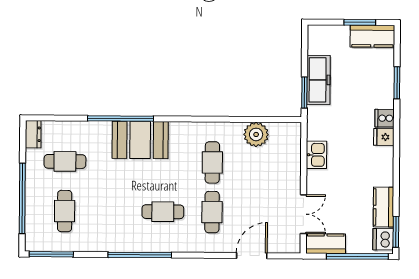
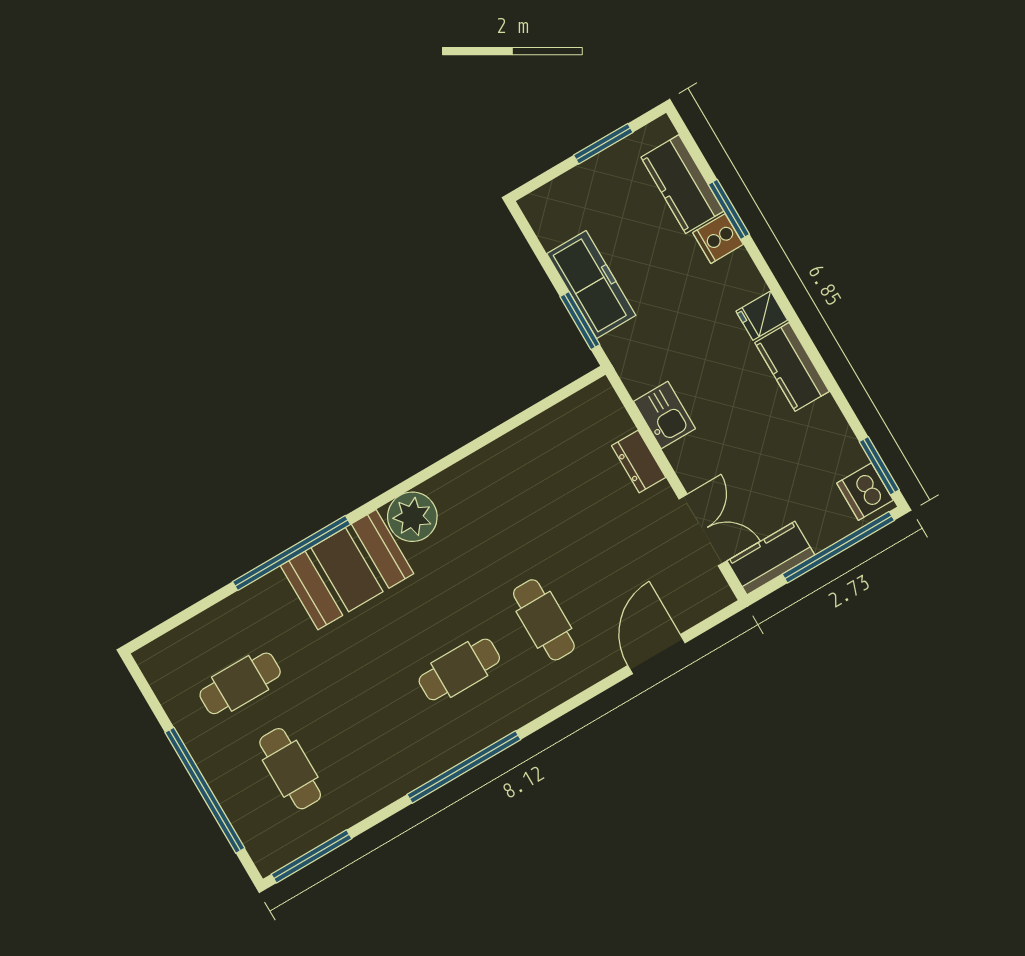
kitchen counter: (372, 36) -> (682, 184), moved, turned 90
cooker: (385, 118) -> (718, 239), moved
dresser: (33, 134) -> (639, 461), moved, turned 180
plant: (256, 134) -> (412, 517), moved
cafe table: (212, 162) -> (494, 534), removed
kitchen counter: (383, 207) -> (792, 367), moved

